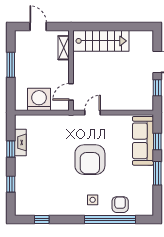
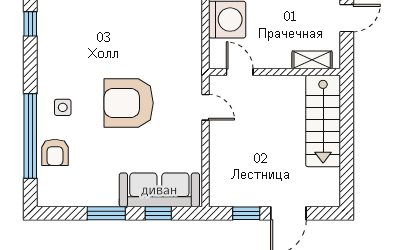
armchair: (120, 205) -> (55, 152), turned 90

